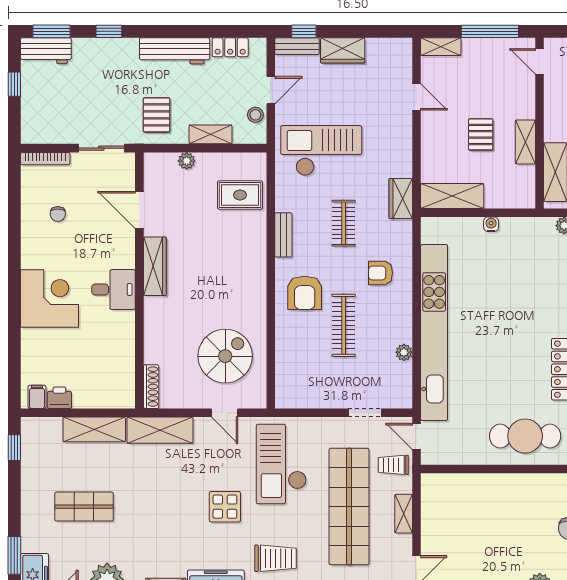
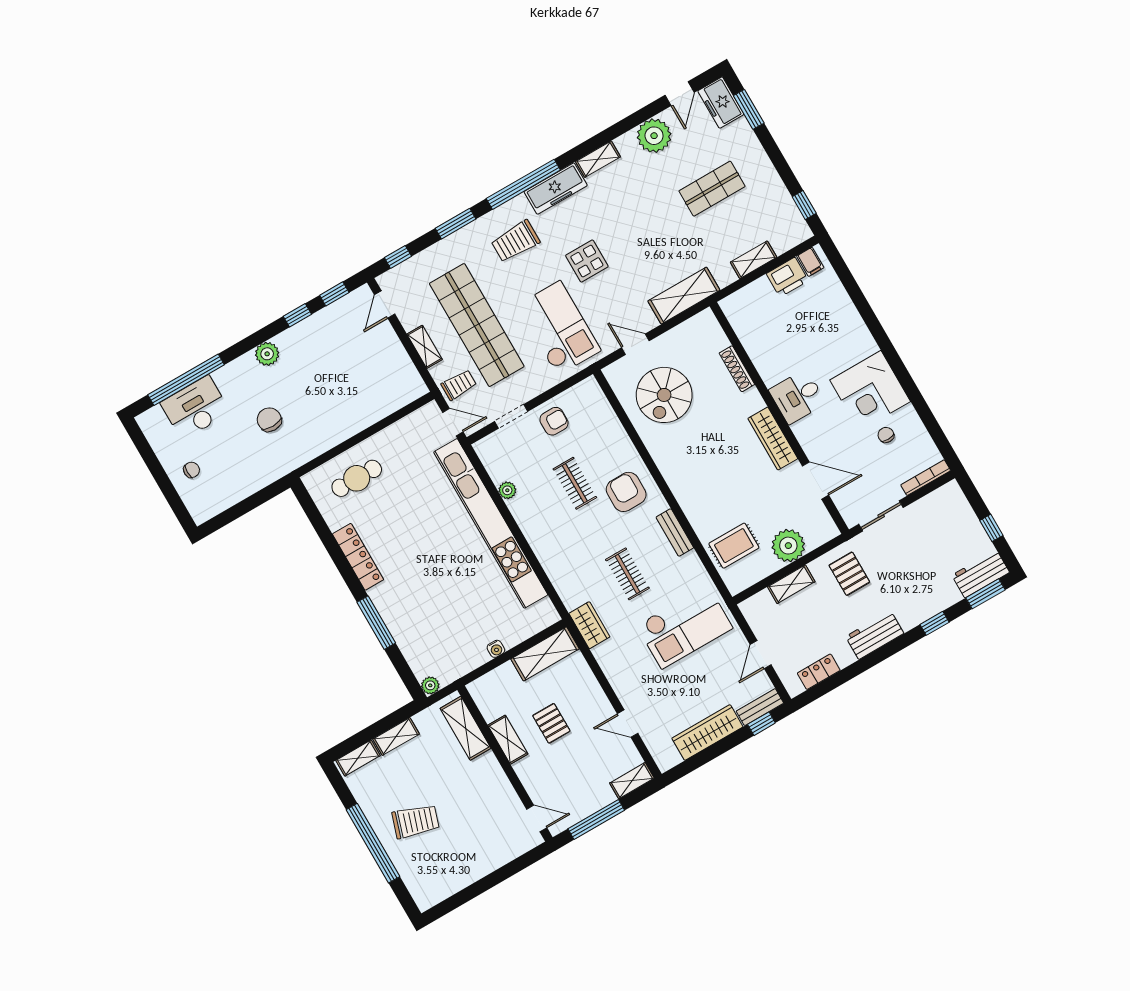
wardrobe: (343, 50) -> (707, 732), width x1.50
workbench: (175, 51) -> (875, 635), width x0.73
stool: (255, 115) -> (761, 625), removed
plant: (187, 161) -> (788, 546), width x1.88, depth x1.88
armchair: (381, 273) -> (554, 421), moved
corner desk: (50, 299) -> (870, 391), moved
clothes rail: (344, 325) -> (575, 483), width x0.73
shoe rack: (151, 387) -> (737, 369), moved
printer: (59, 398) -> (787, 277), width x1.36, depth x1.24
shelving: (94, 429) -> (754, 260), width x0.67, depth x0.75
cafe table: (525, 436) -> (357, 478), width x0.73, depth x0.74

